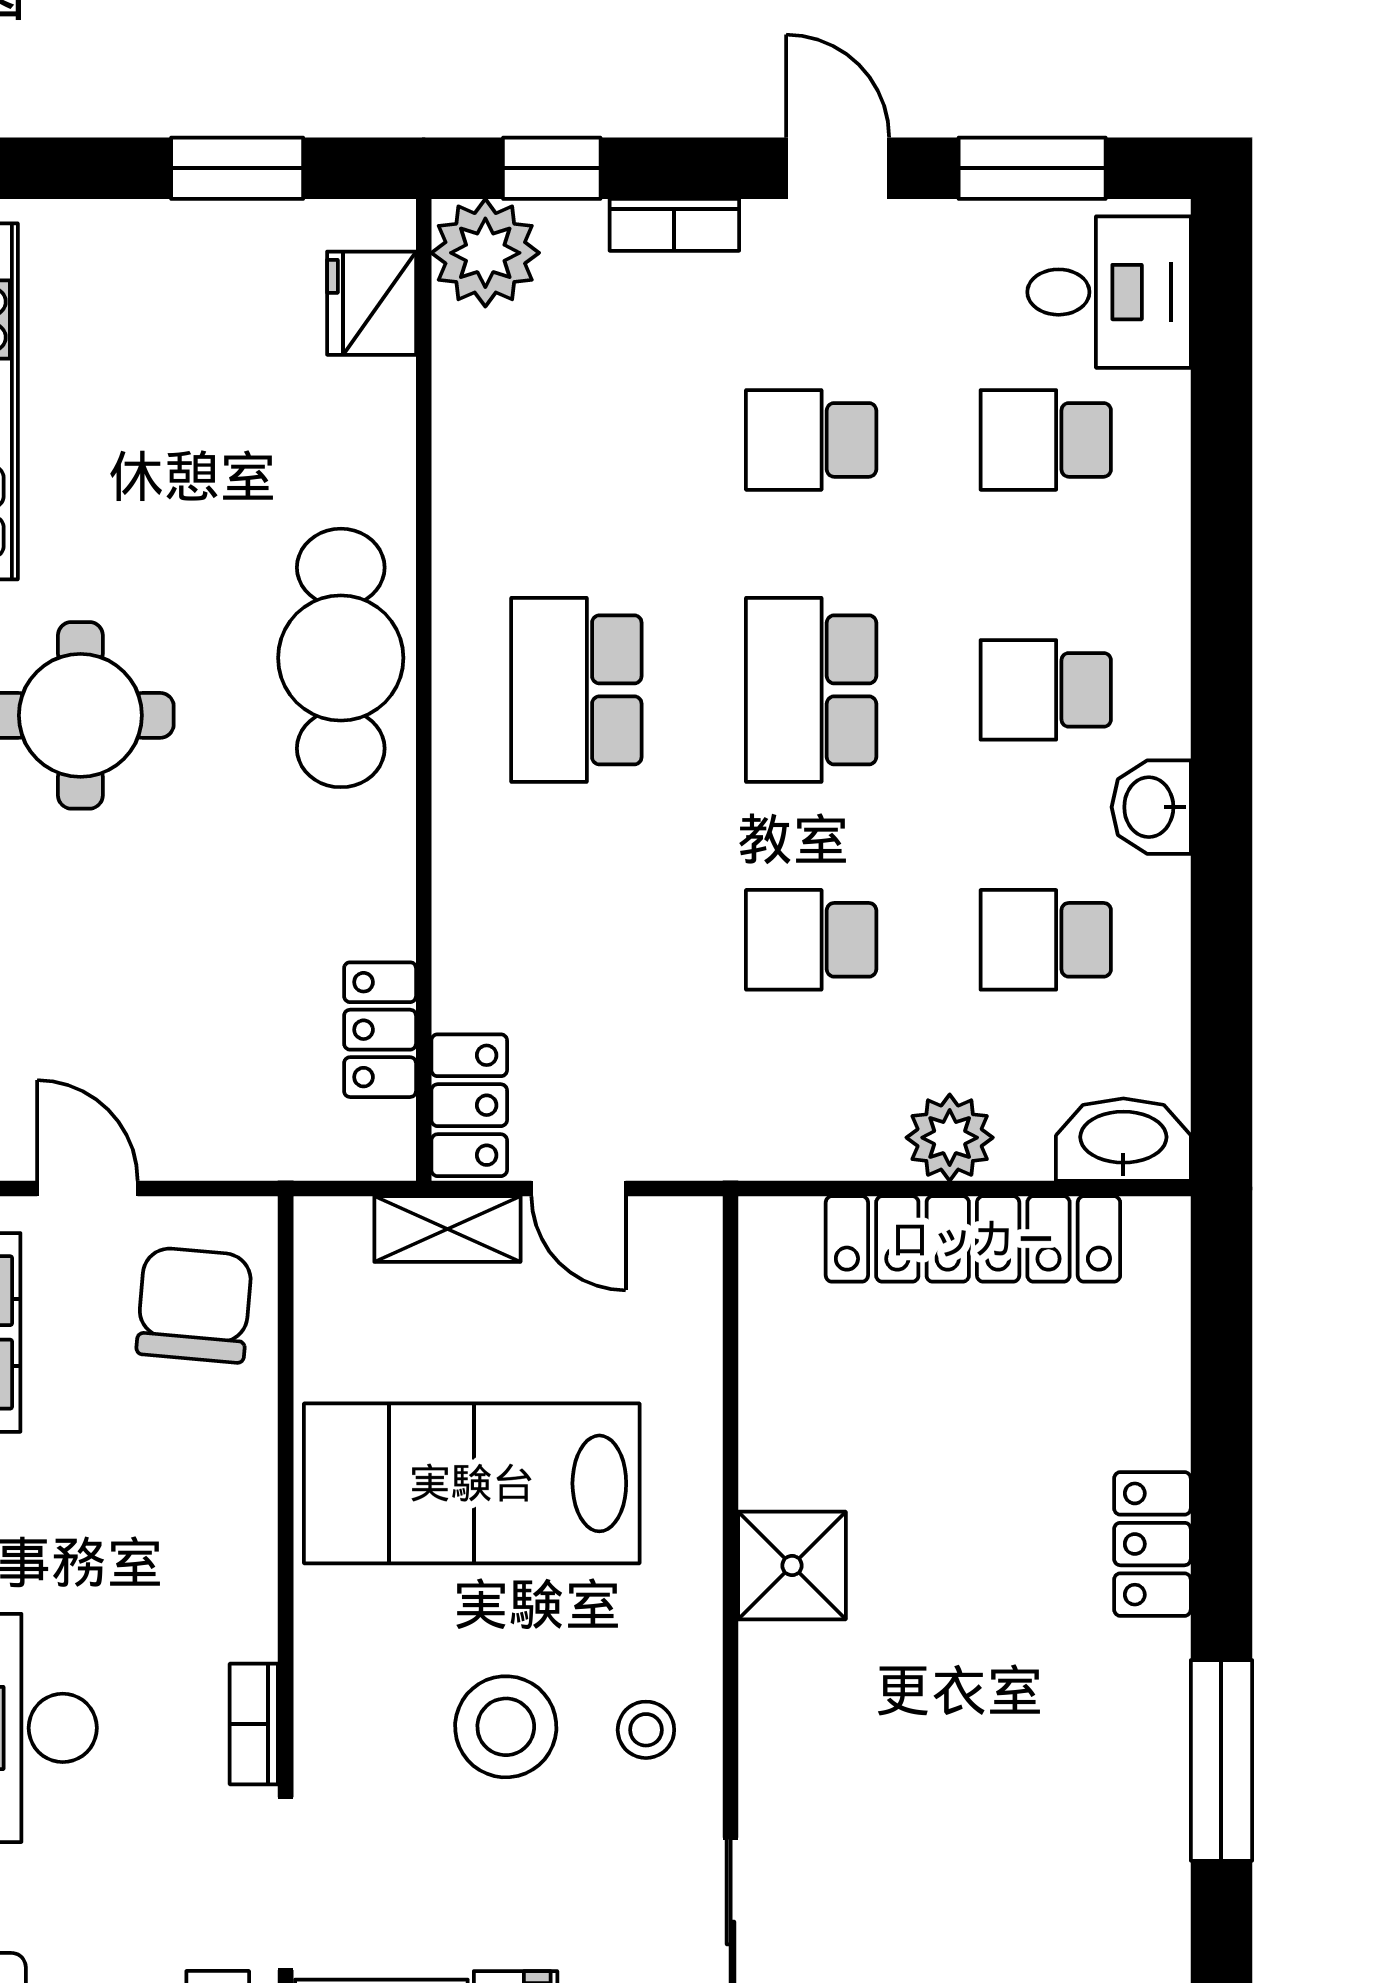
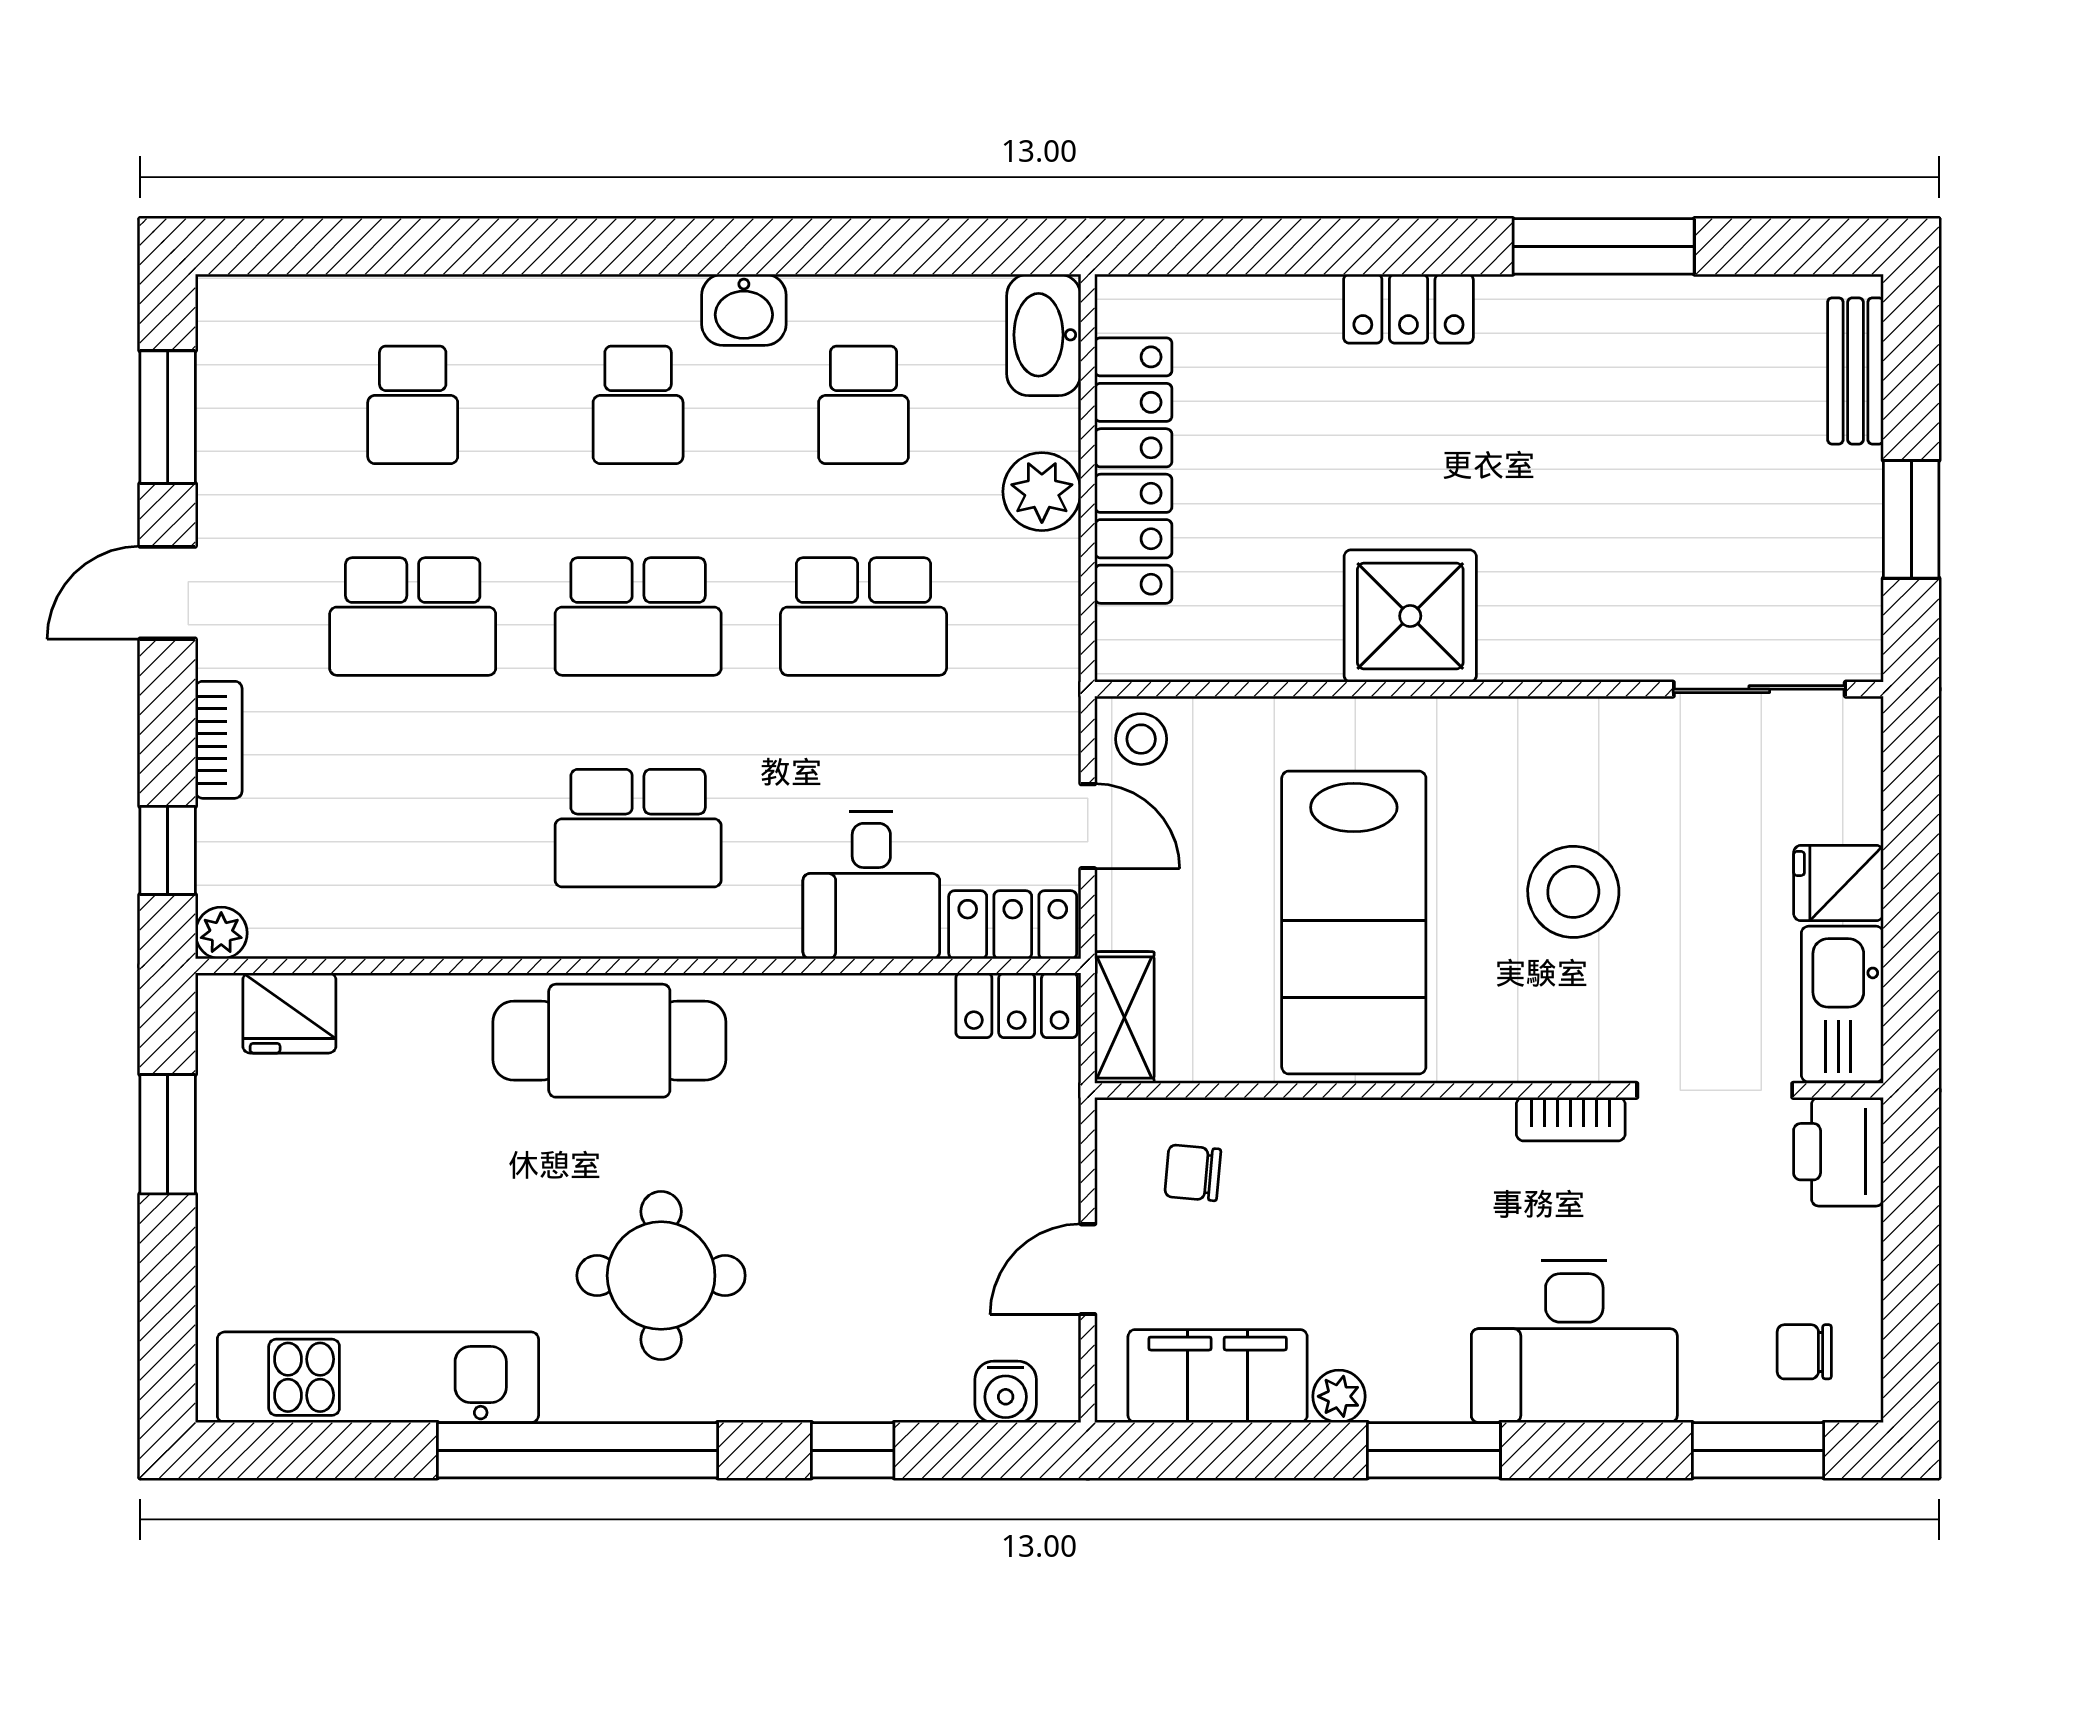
plant: (485, 253) -> (221, 933), width x0.53, depth x0.53
desk: (1109, 292) -> (871, 885), moved, turned 180
school desk: (811, 440) -> (413, 616), width x1.85
school desk: (811, 940) -> (864, 616), width x1.85
locker: (380, 1030) -> (1017, 1005), moved
door: (579, 1188) -> (1088, 826), hinge flipped
shelving: (447, 1229) -> (1124, 1018), moved
chair: (194, 1305) -> (1193, 1173), width x0.54, depth x0.54
shower: (792, 1566) -> (1410, 616), width x1.36, depth x1.36
stool: (646, 1730) -> (1141, 739), moved

